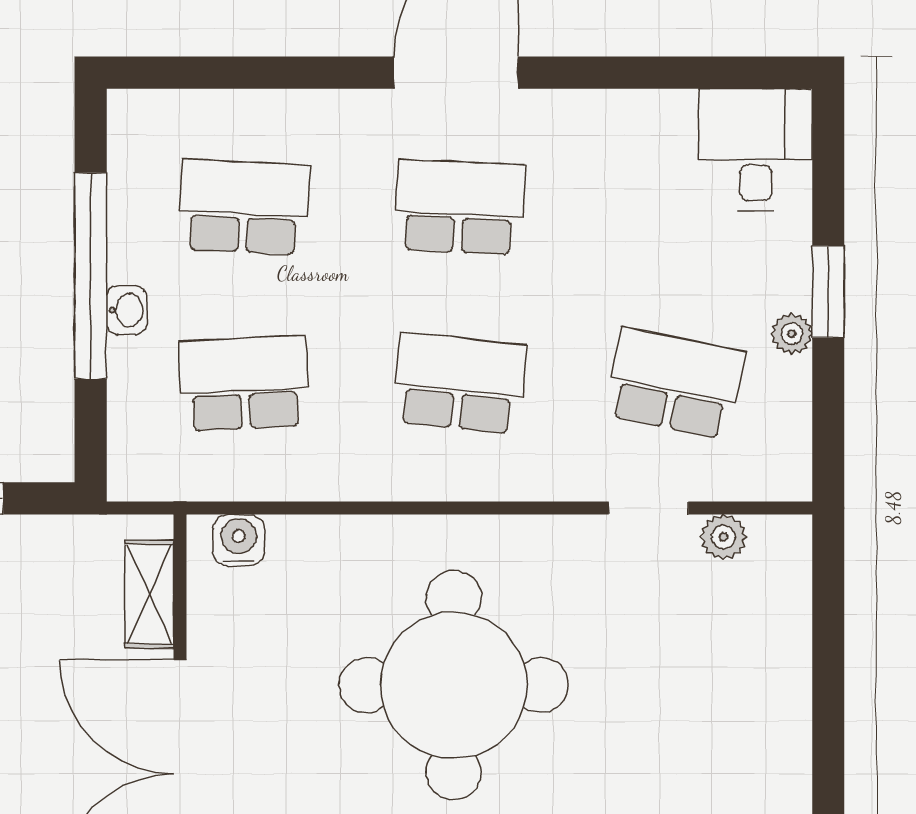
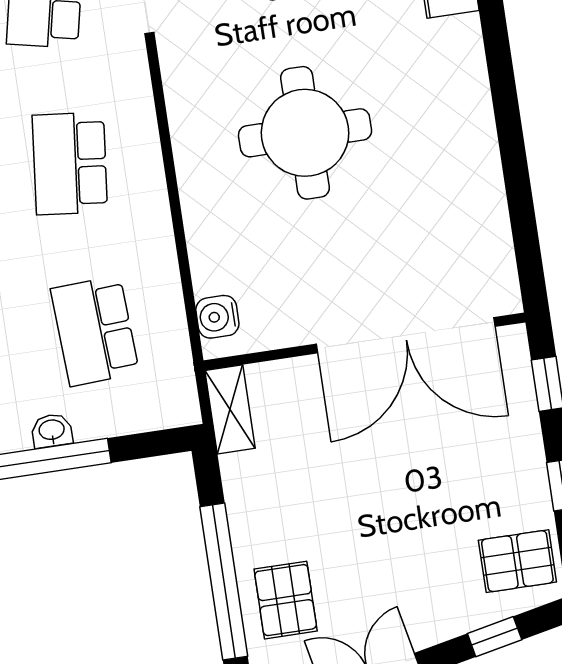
shelving: (149, 594) -> (230, 409), moved, turned 90
round table: (454, 685) -> (305, 133), width x0.73, depth x0.73

